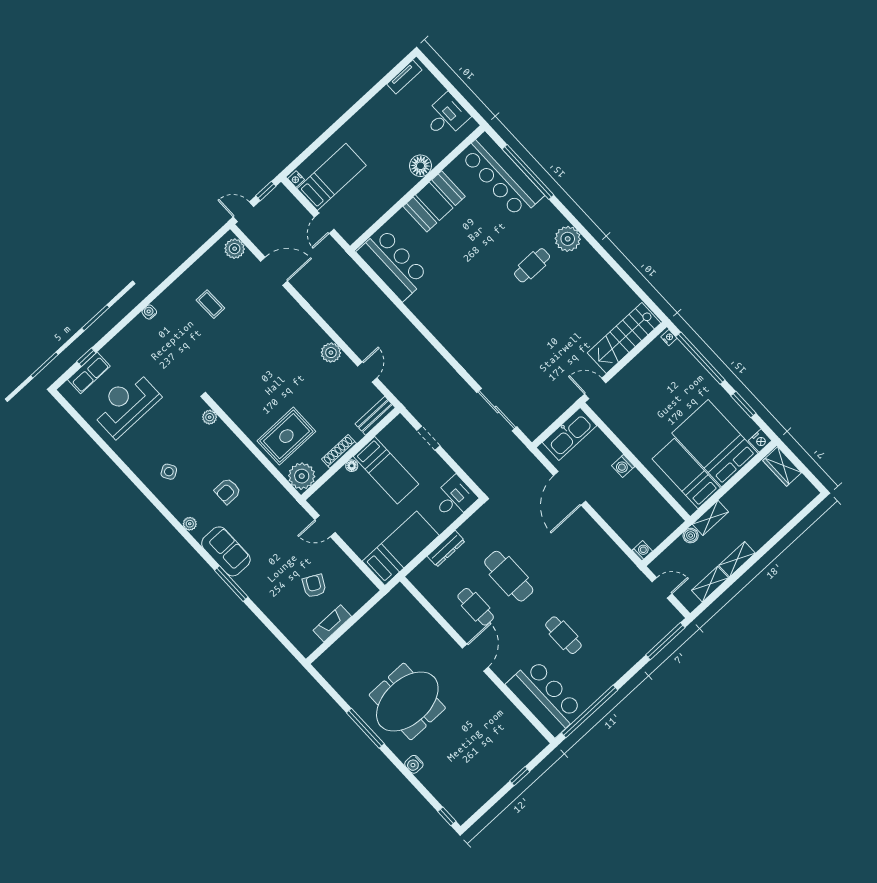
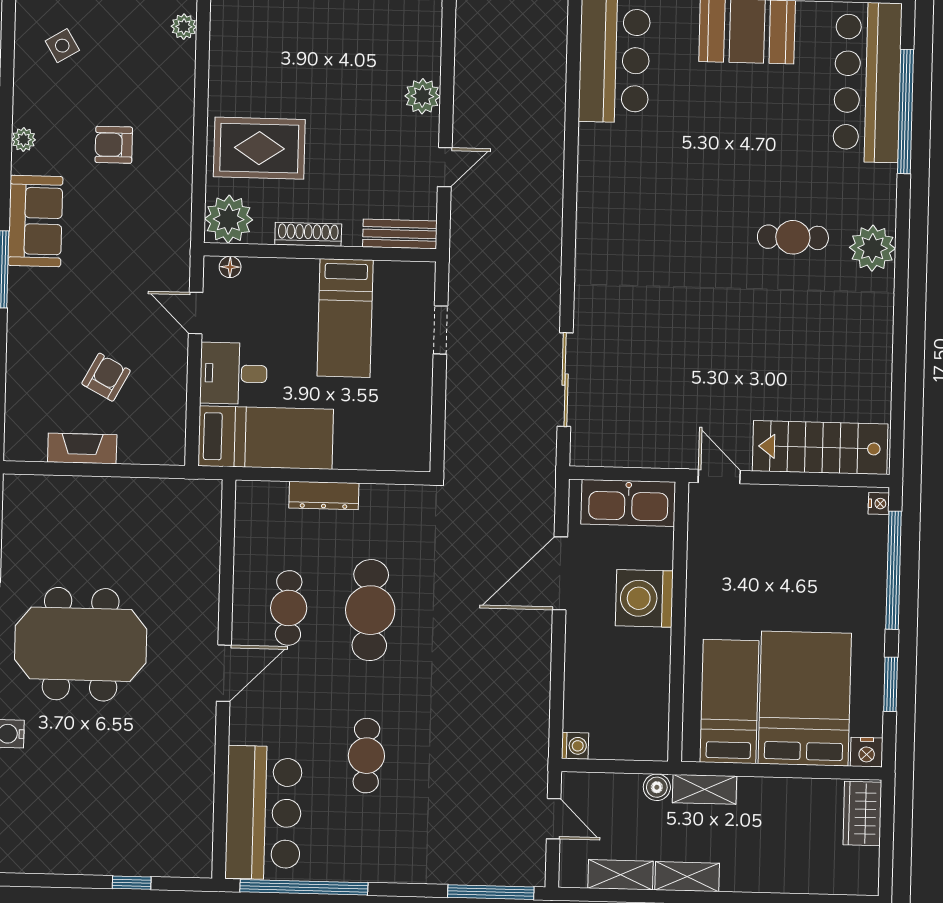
floor lamp: (352, 466) -> (230, 267), moved
washing machine: (623, 466) -> (644, 598), width x1.89, depth x1.89
desk: (454, 498) -> (233, 373), moved, turned 180

